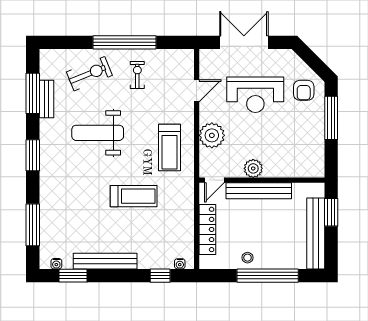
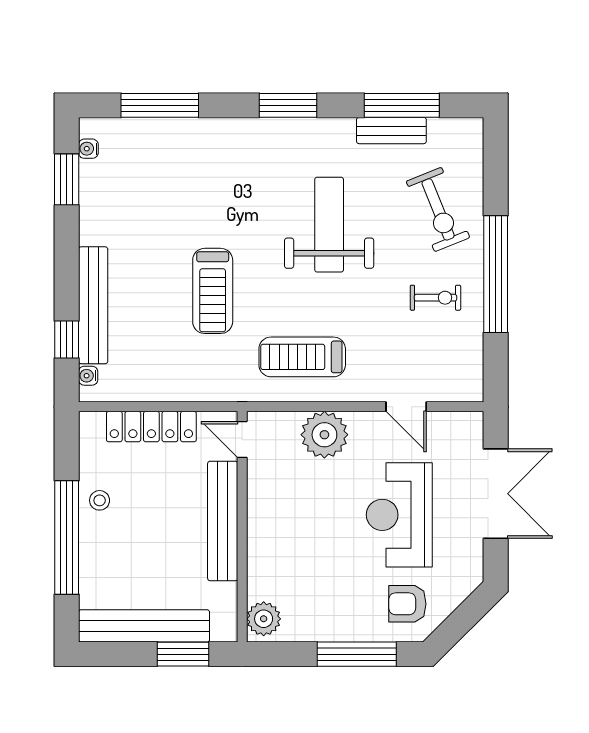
plant: (253, 168) -> (264, 619), moved
bench: (105, 261) -> (93, 305), moved

